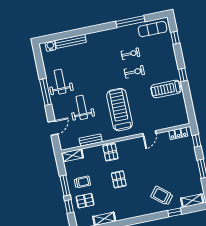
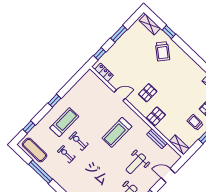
treadmill: (166, 89) -> (64, 122), moved, turned -90
treadmill: (120, 110) -> (117, 132), width x0.73, depth x0.73
pallet: (119, 179) -> (148, 93), moved

